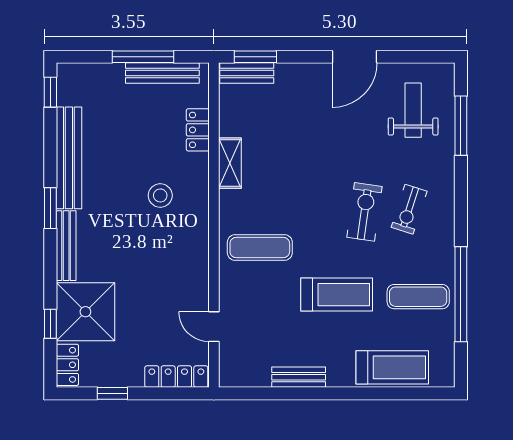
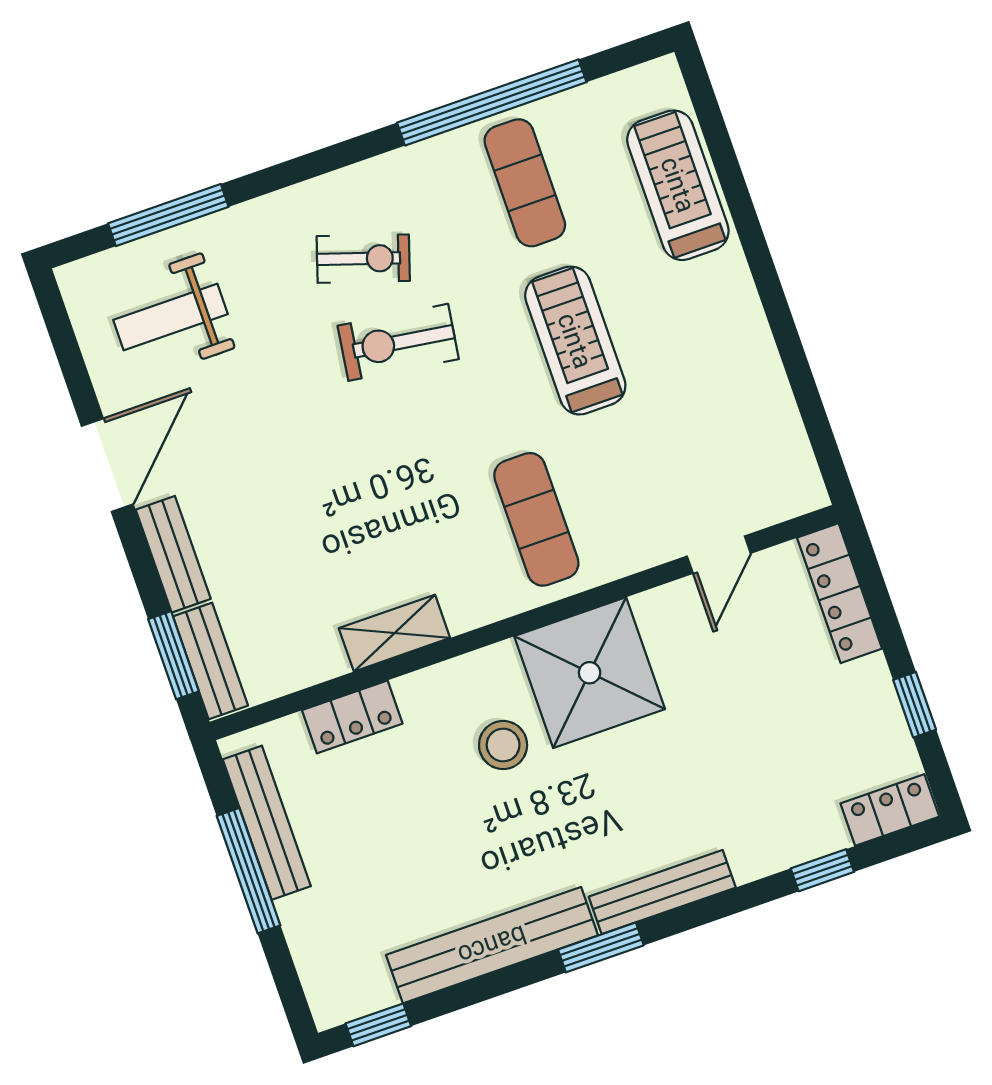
door: (355, 57) -> (107, 465), hinge flipped
shower: (85, 312) -> (590, 673), moved
bench: (299, 377) -> (173, 554), moved

